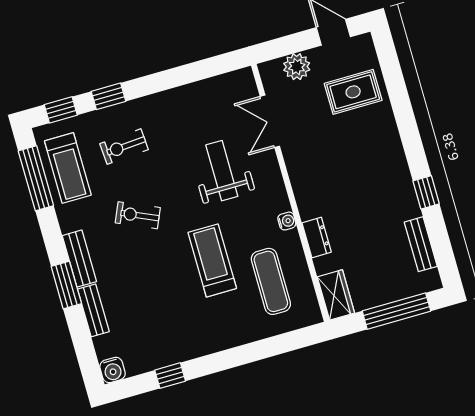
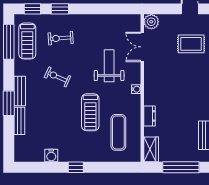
plant: (297, 67) -> (151, 22), moved
water cooler: (287, 221) -> (136, 89), moved
treadmill: (212, 260) -> (90, 112), turned 180
water cooler: (113, 370) -> (51, 156), moved
window: (170, 376) -> (76, 167), moved

